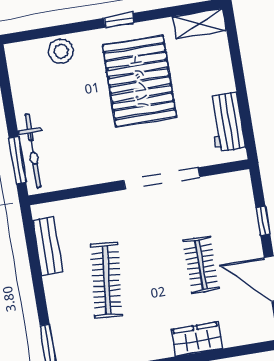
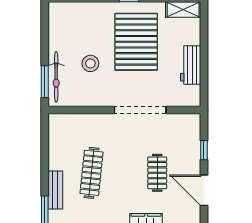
stool: (61, 51) -> (90, 63), moved
workbench: (227, 122) -> (191, 65), moved
bench: (48, 246) -> (55, 190), moved

